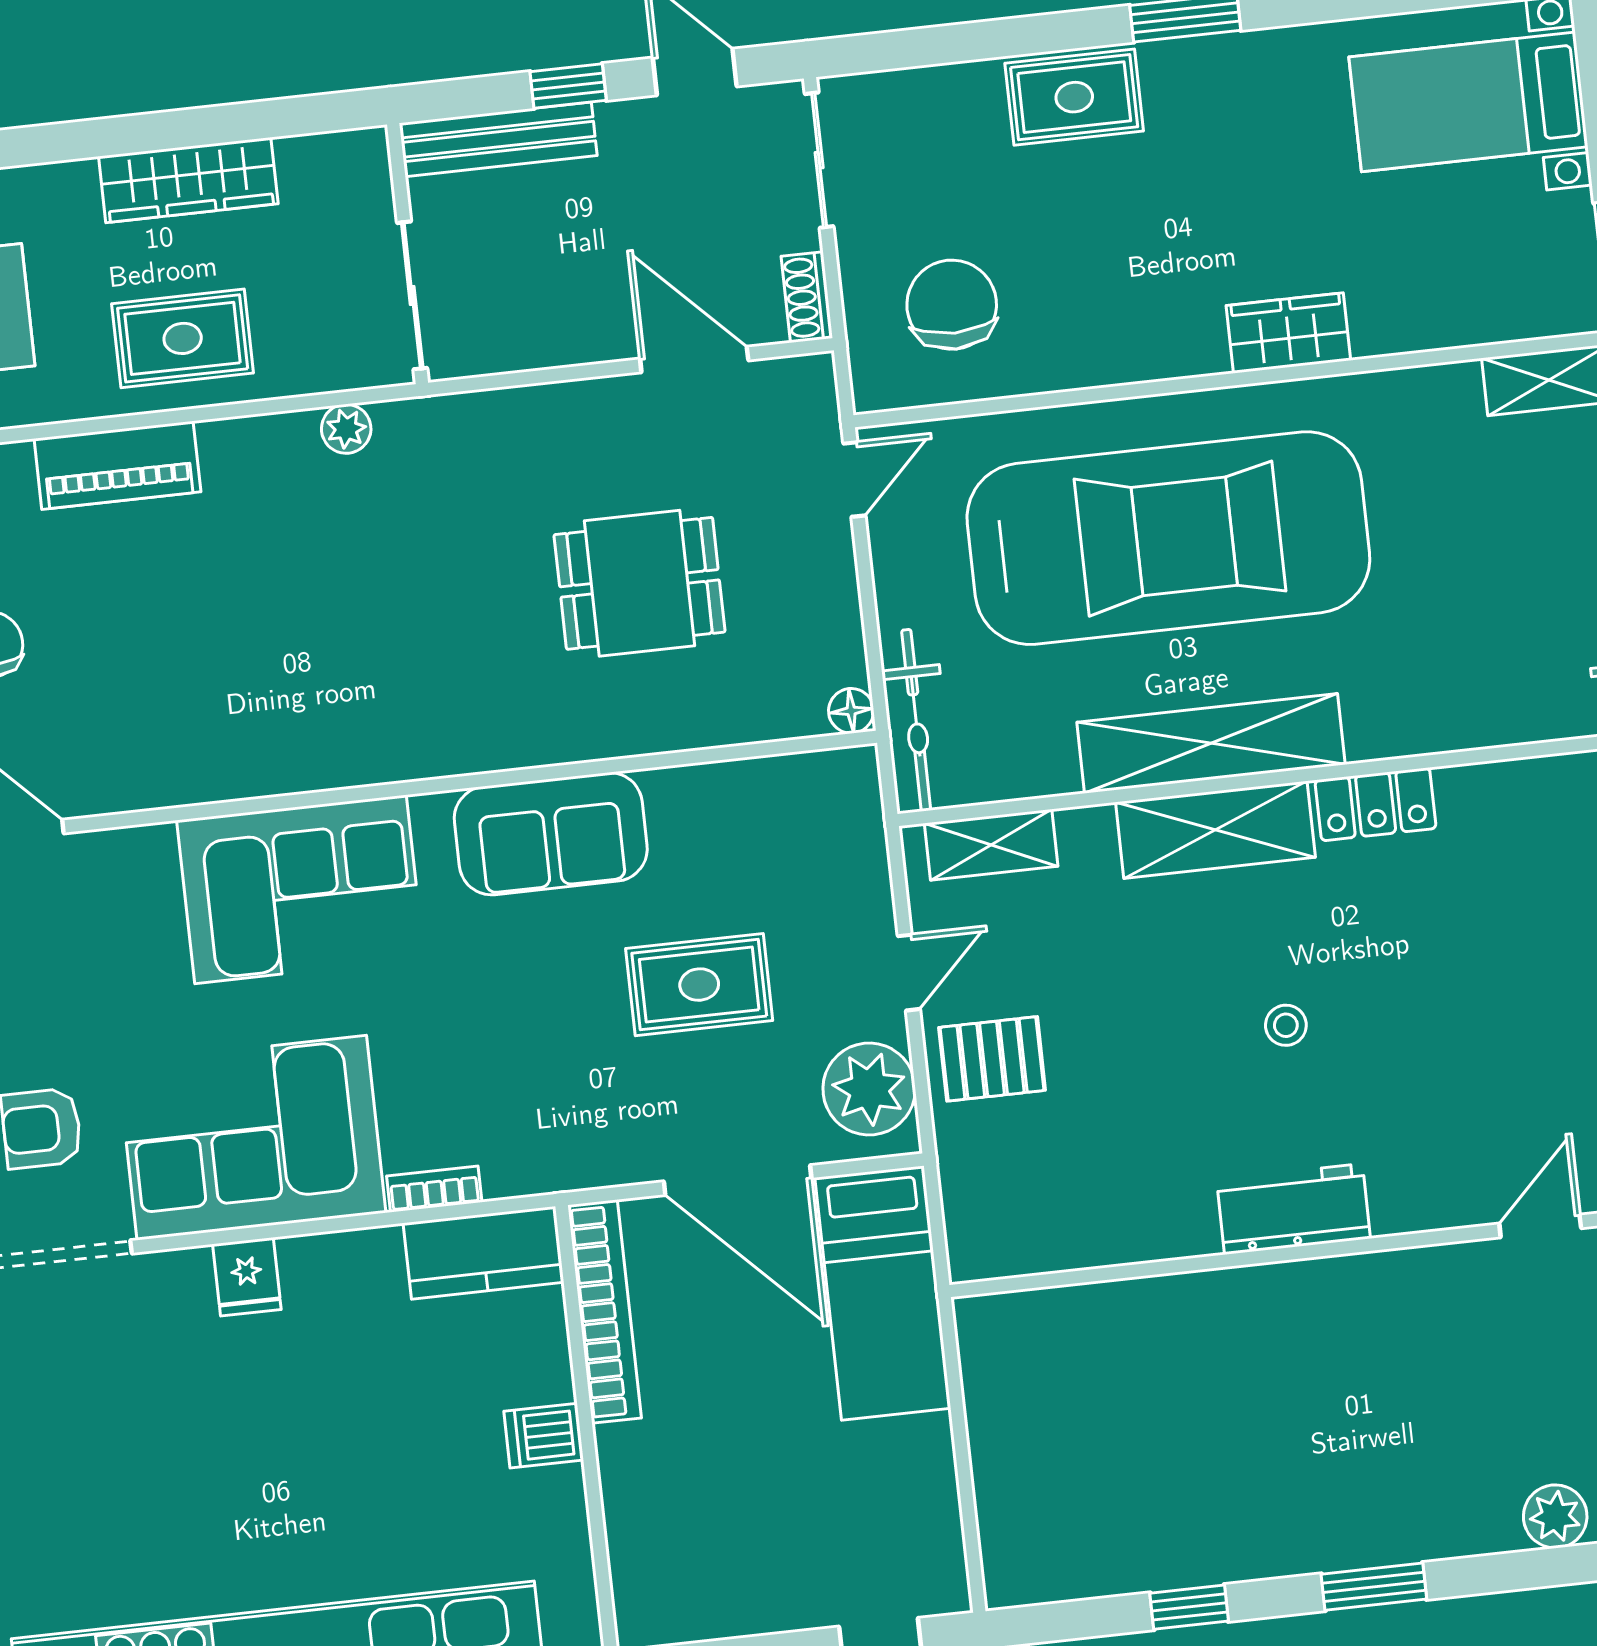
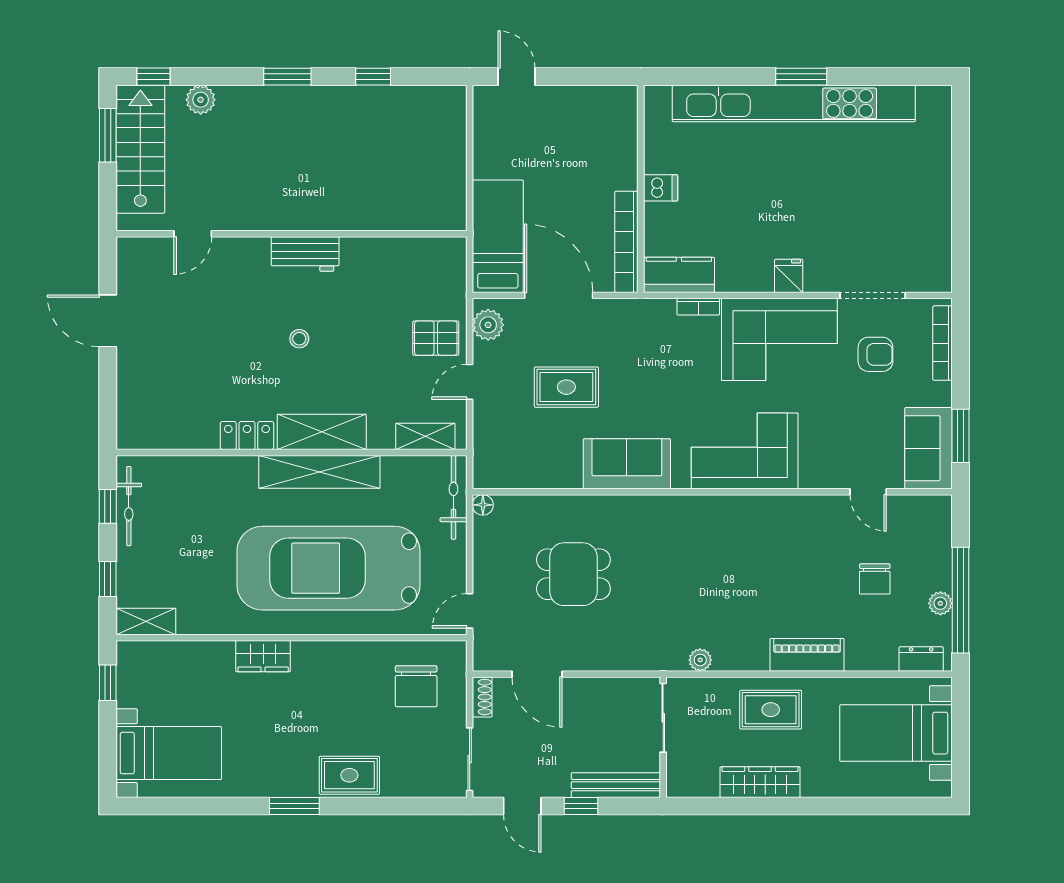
plant: (869, 1089) -> (488, 325), width x0.73, depth x0.73

